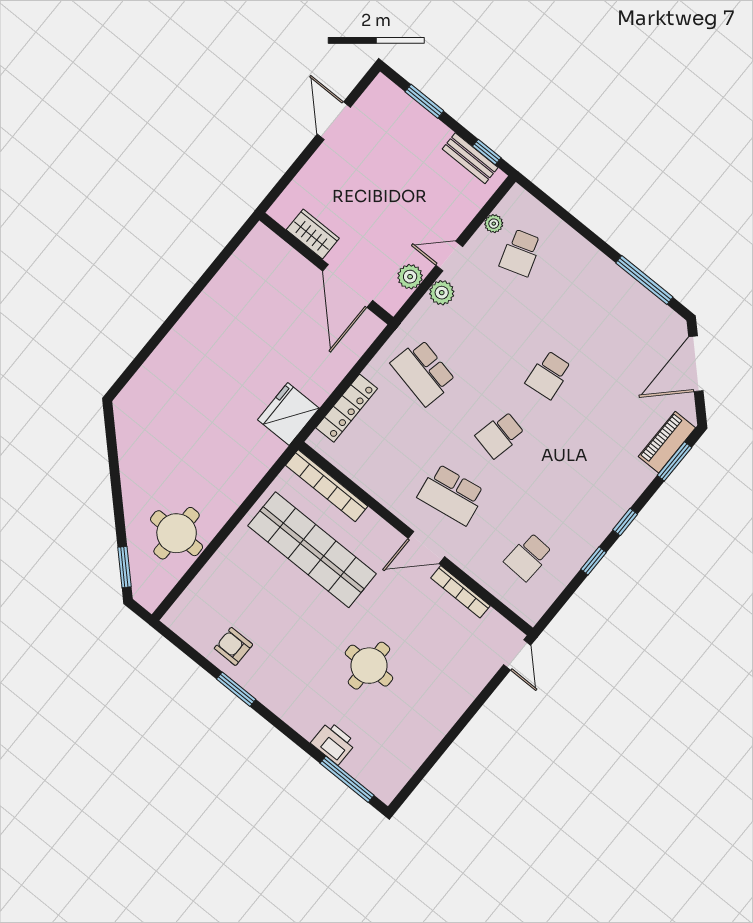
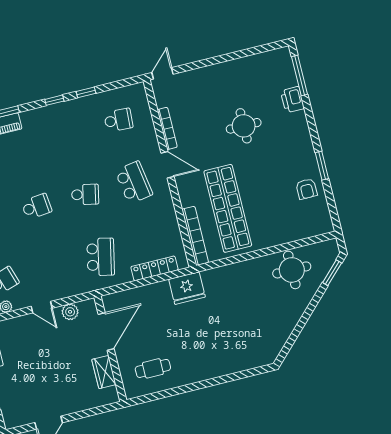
cafe table: (256, 284) -> (153, 368), added
plant: (442, 293) -> (60, 291), removed

